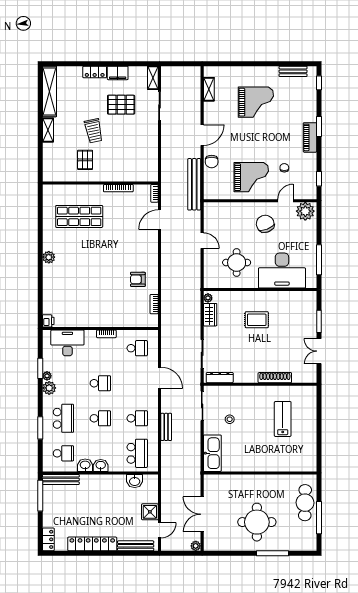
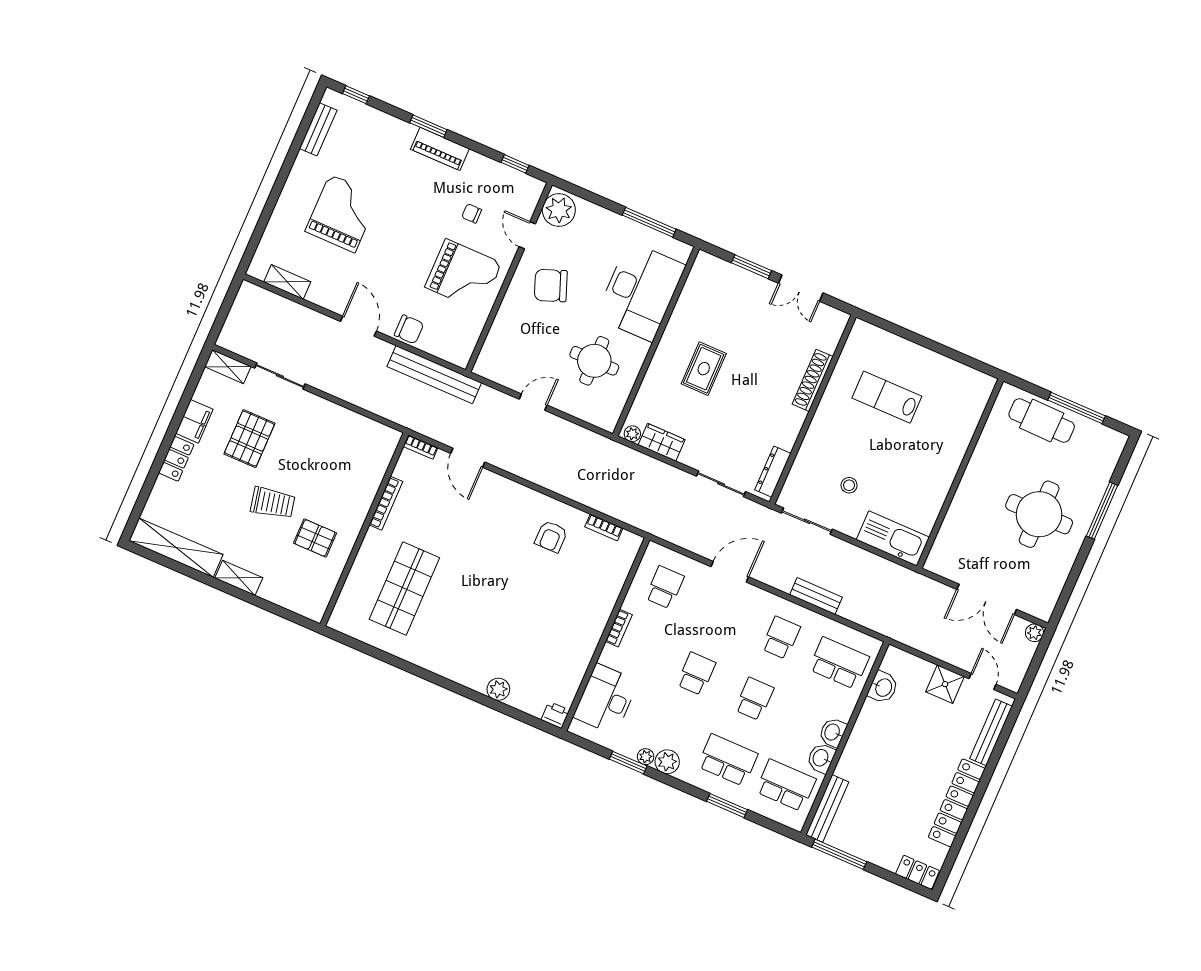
grand piano: (251, 177) -> (463, 275), turned 90
plant: (49, 257) -> (498, 689), moved
school desk: (63, 453) -> (786, 785), width x1.85

